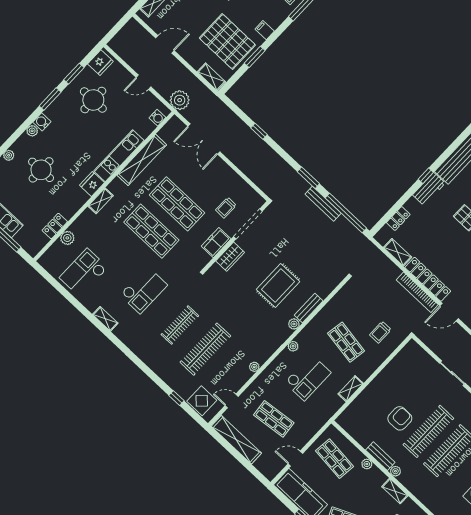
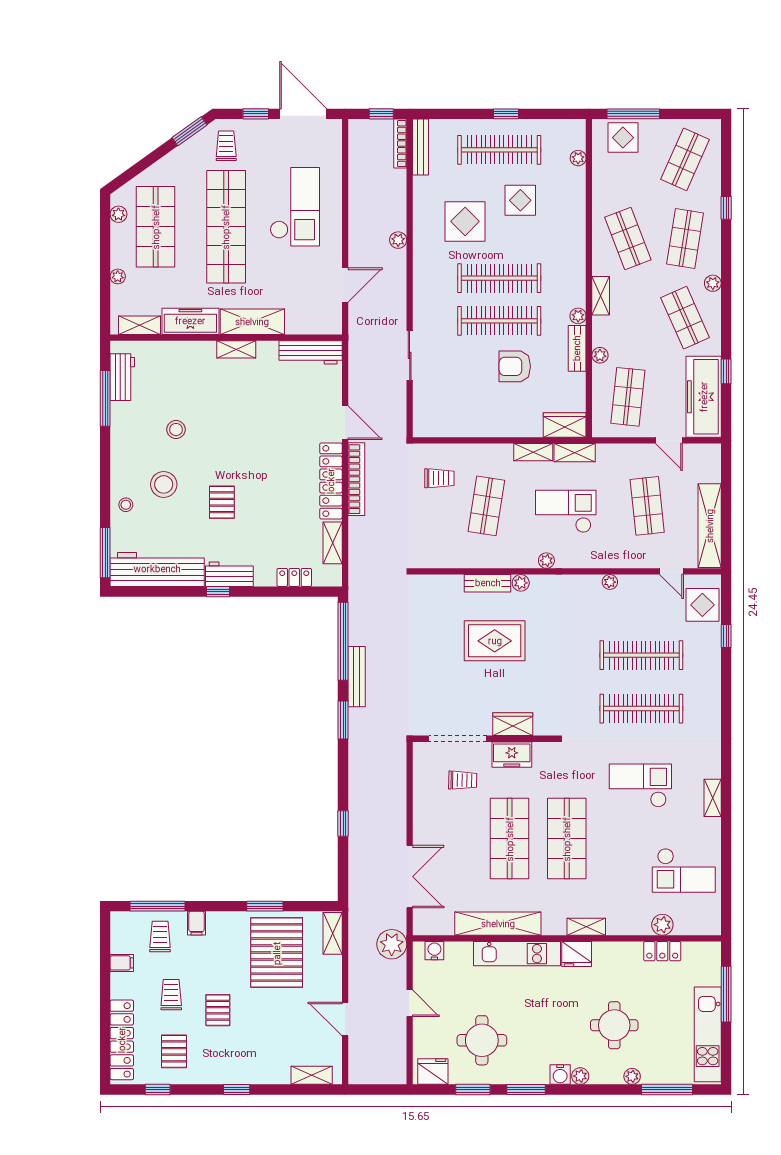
filing cabinet: (265, 30) -> (196, 923), moved
clothes rail: (180, 325) -> (641, 709), width x1.37, depth x1.31
shelving: (332, 408) -> (575, 453), added
wardrobe: (349, 416) -> (565, 425), added

